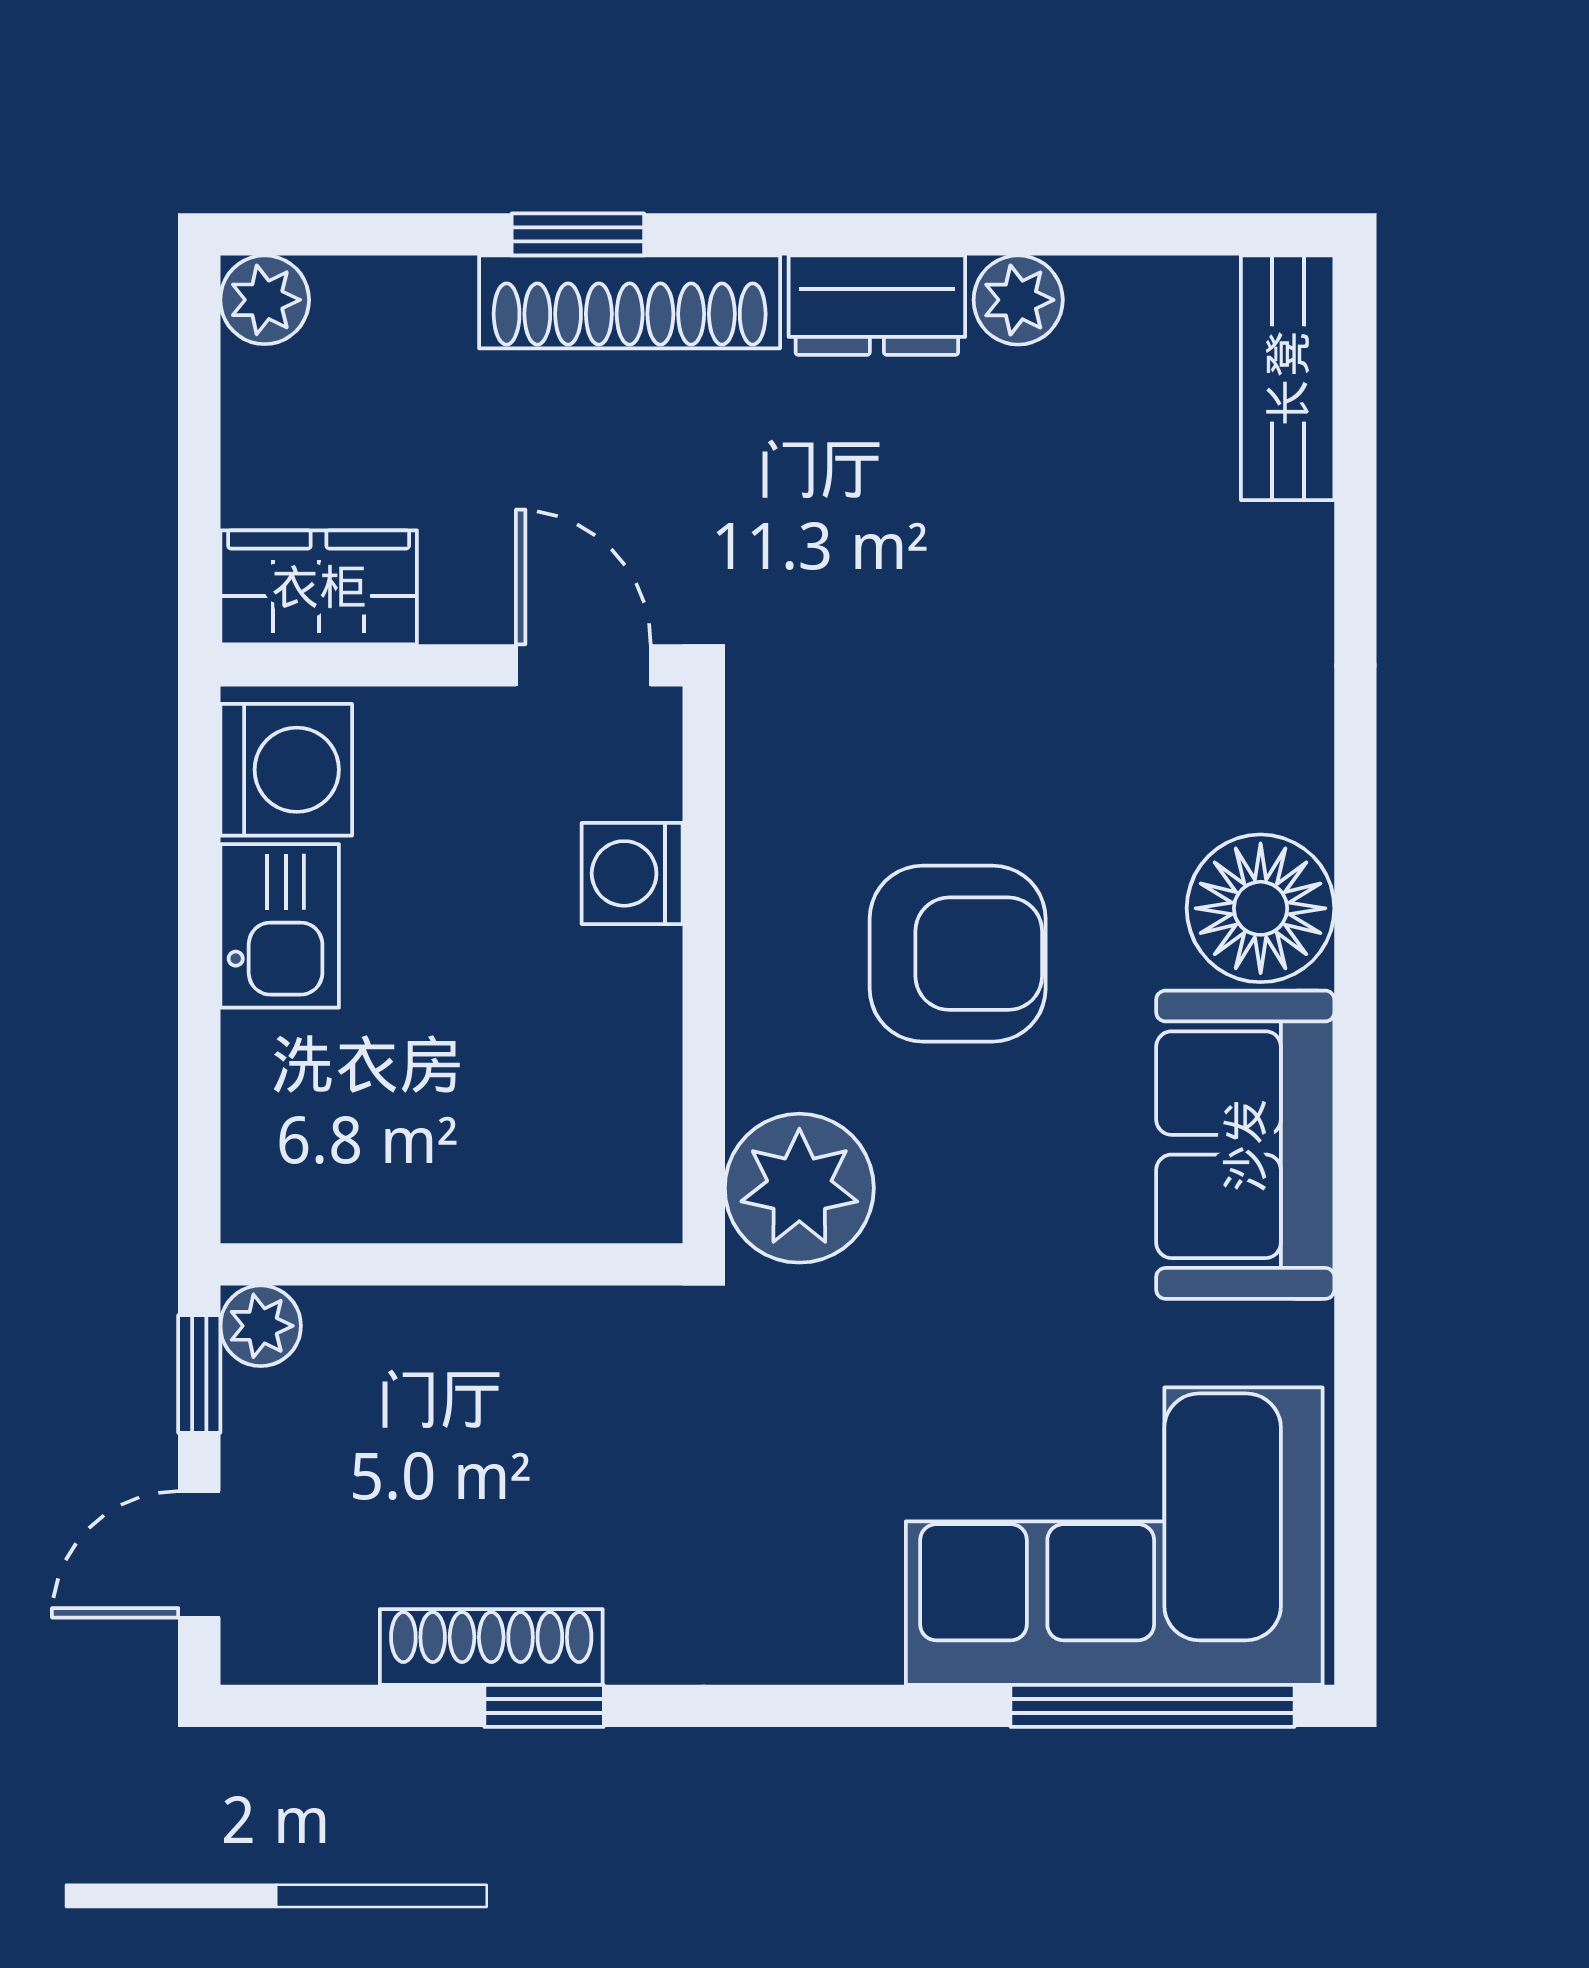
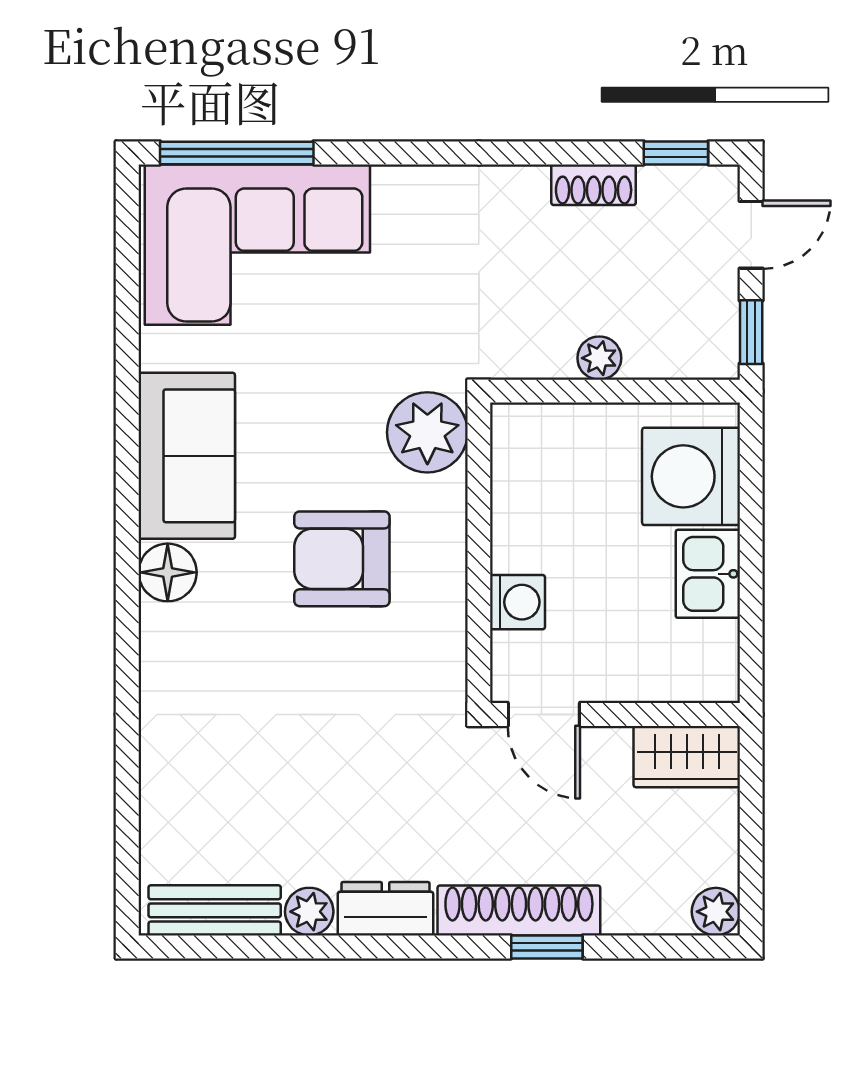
bench: (1288, 378) -> (215, 910), moved, turned 90
washing machine: (286, 770) -> (691, 476), moved, width x1.37, depth x1.37
floor lamp: (1261, 908) -> (168, 572), width x0.73, depth x0.73
plant: (261, 1326) -> (599, 358), moved
shoe rack: (491, 1647) -> (594, 185), width x0.70
window: (544, 1706) -> (676, 153), moved

